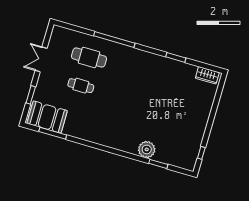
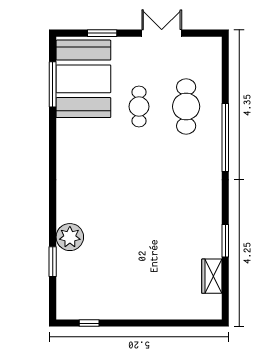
wardrobe: (207, 75) -> (212, 276), moved
booth: (47, 117) -> (83, 79), width x1.36, depth x1.42

